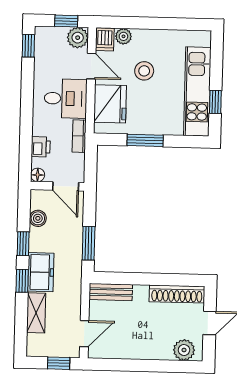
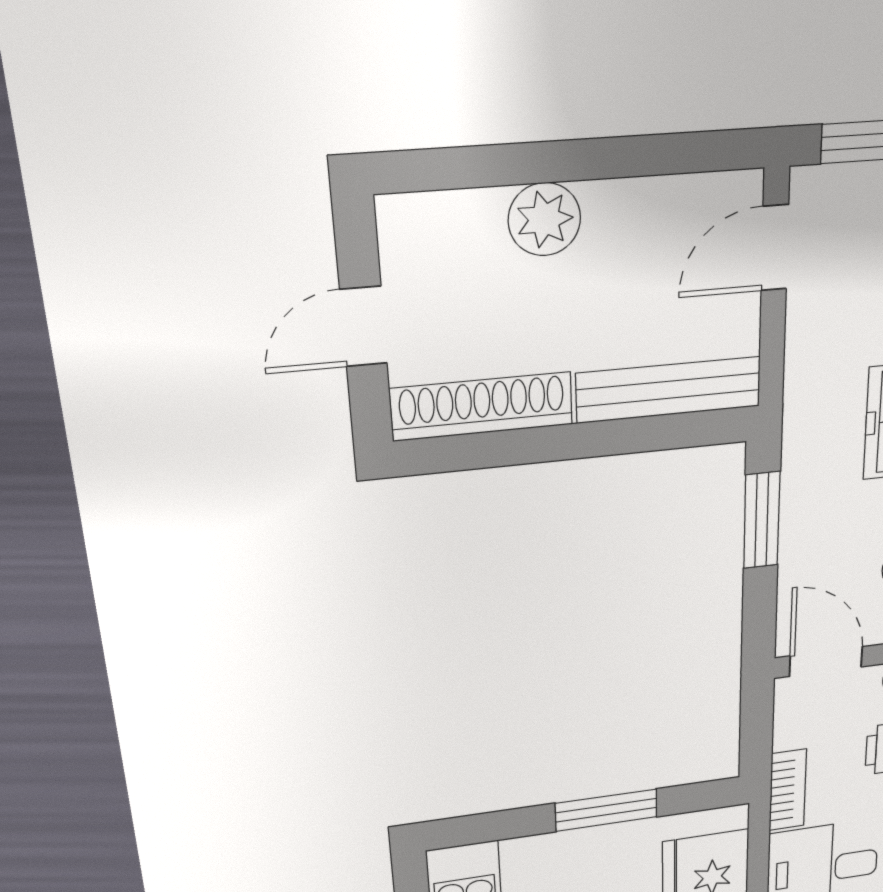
bench: (111, 292) -> (669, 390), width x1.36
plant: (184, 350) -> (544, 219), moved

